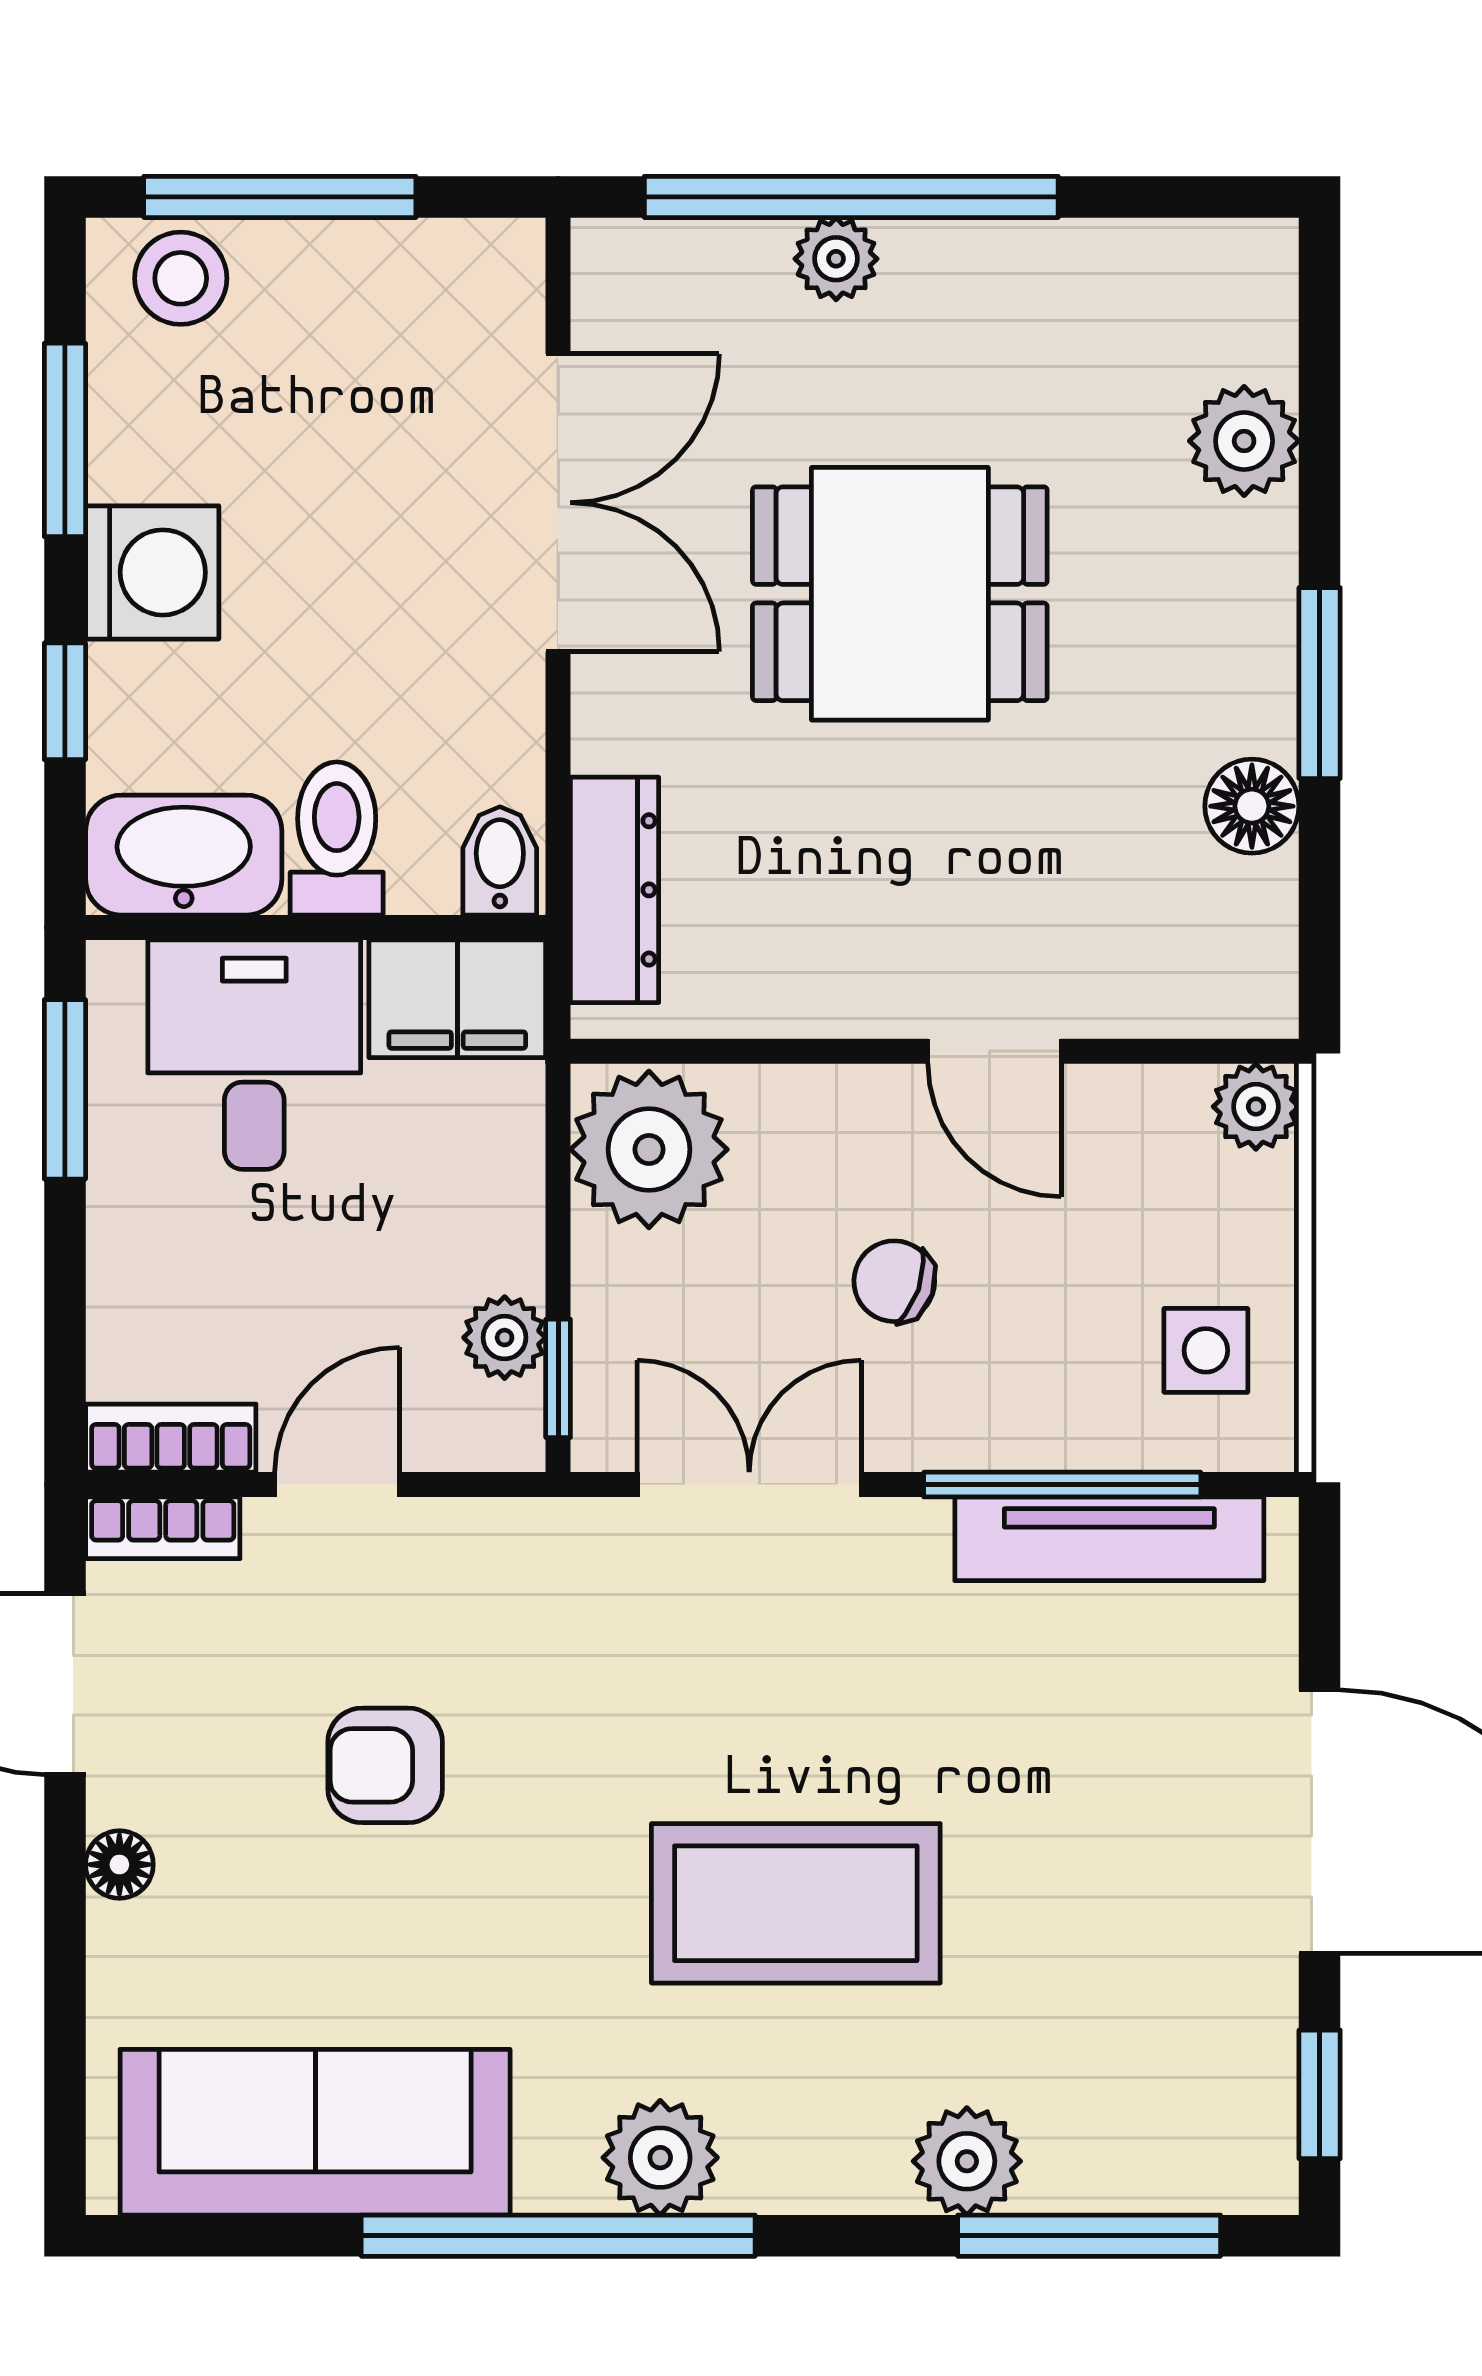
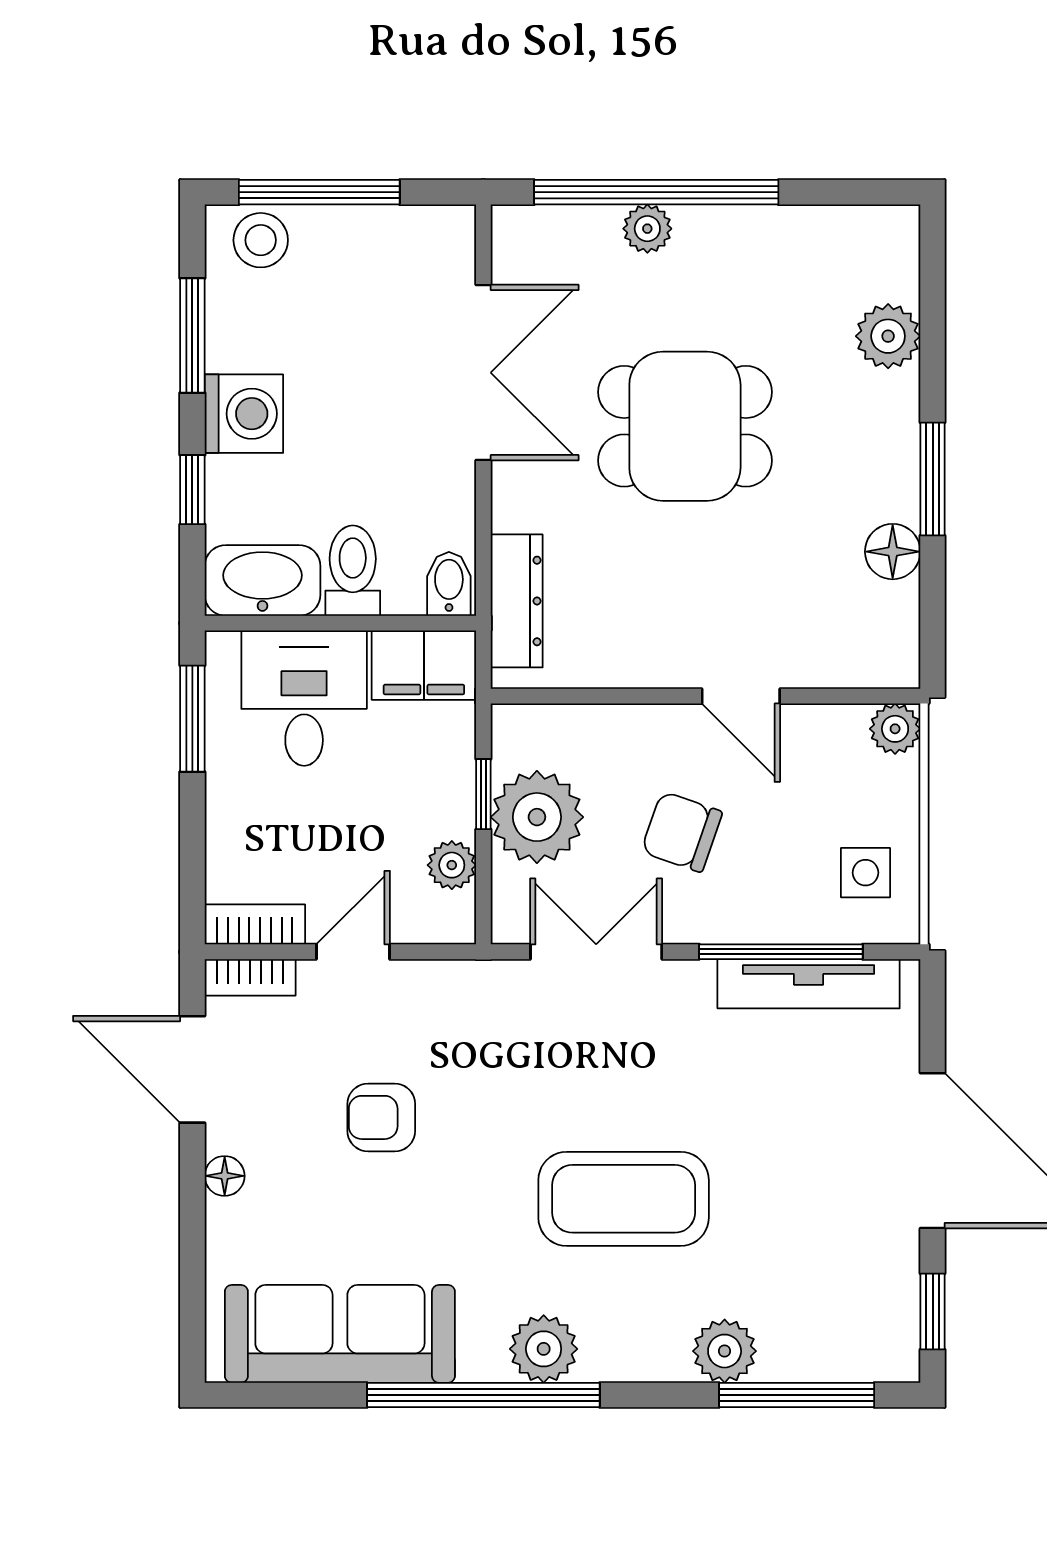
plant: (649, 1149) -> (537, 817), moved
chair: (894, 1281) -> (682, 832), width x1.37, depth x1.37
window: (558, 1378) -> (483, 794), moved

